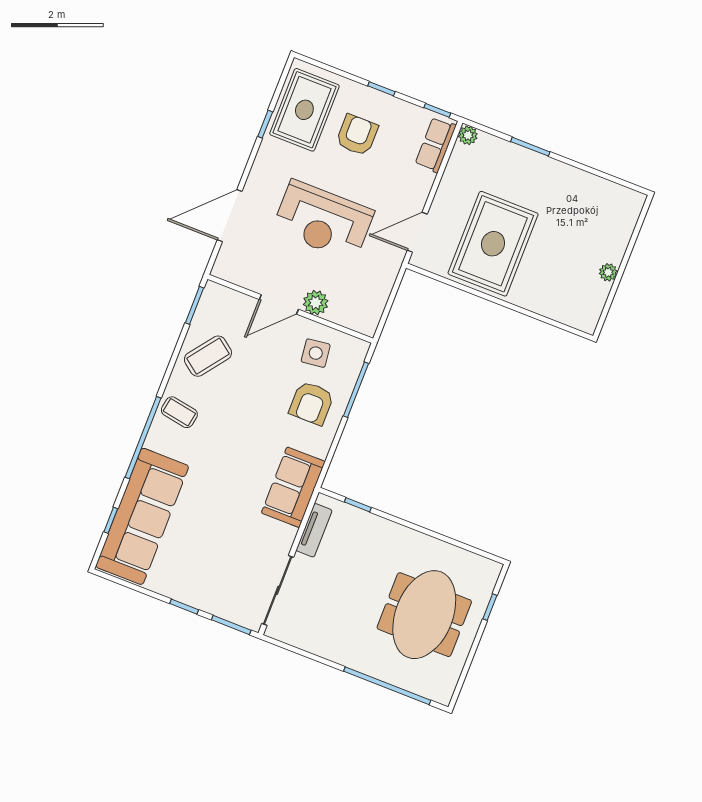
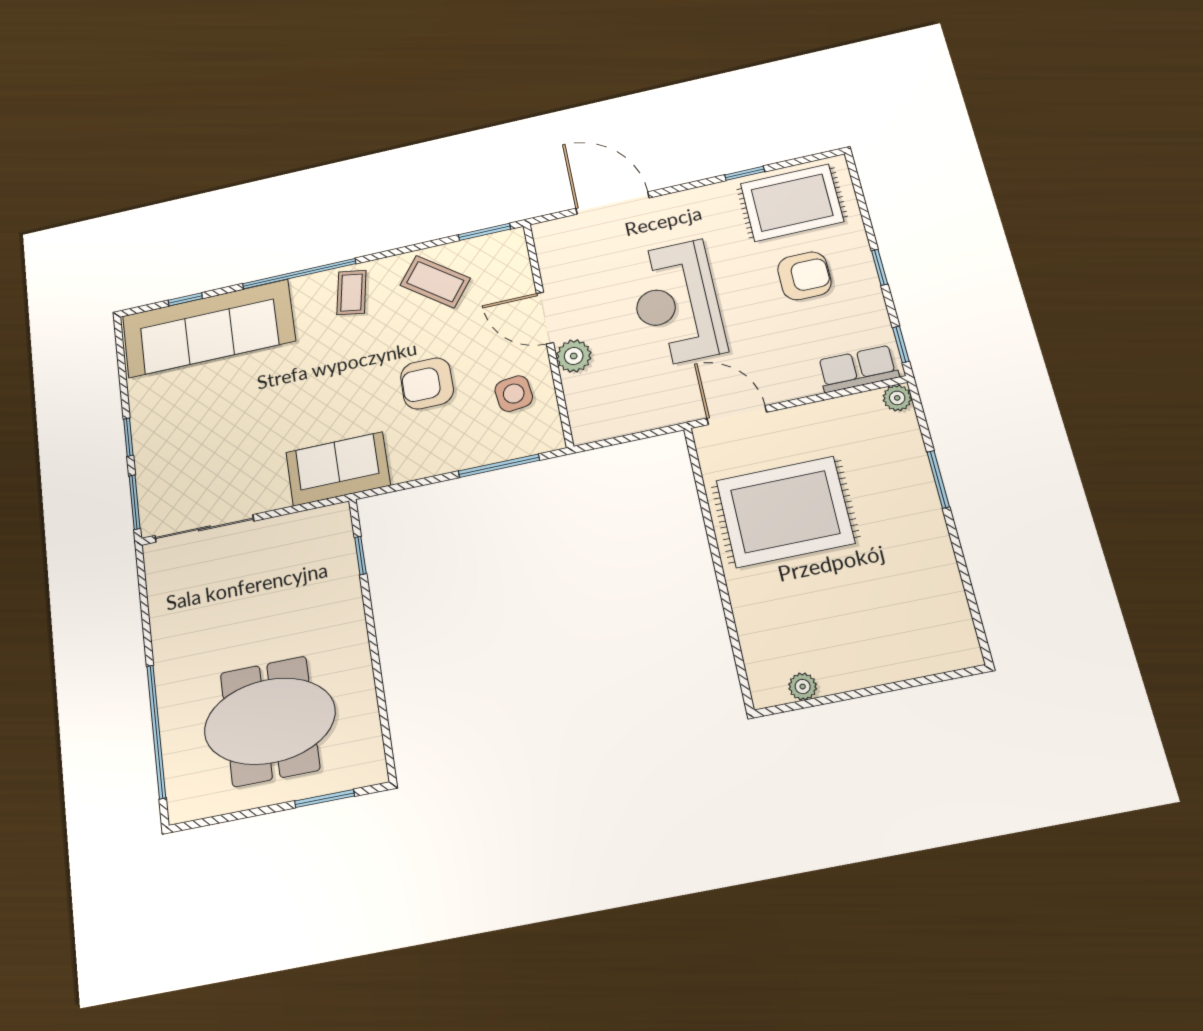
plant: (608, 272) -> (803, 687), moved
armchair: (311, 403) -> (427, 383), moved
tv unit: (314, 530) -> (300, 525), removed
window: (490, 607) -> (325, 799), width x1.50

